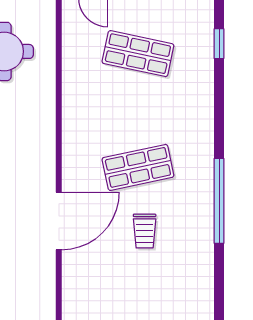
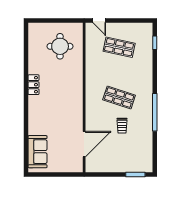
shop shelf: (138, 167) -> (119, 97), turned 30
door: (59, 221) -> (84, 144), moved

